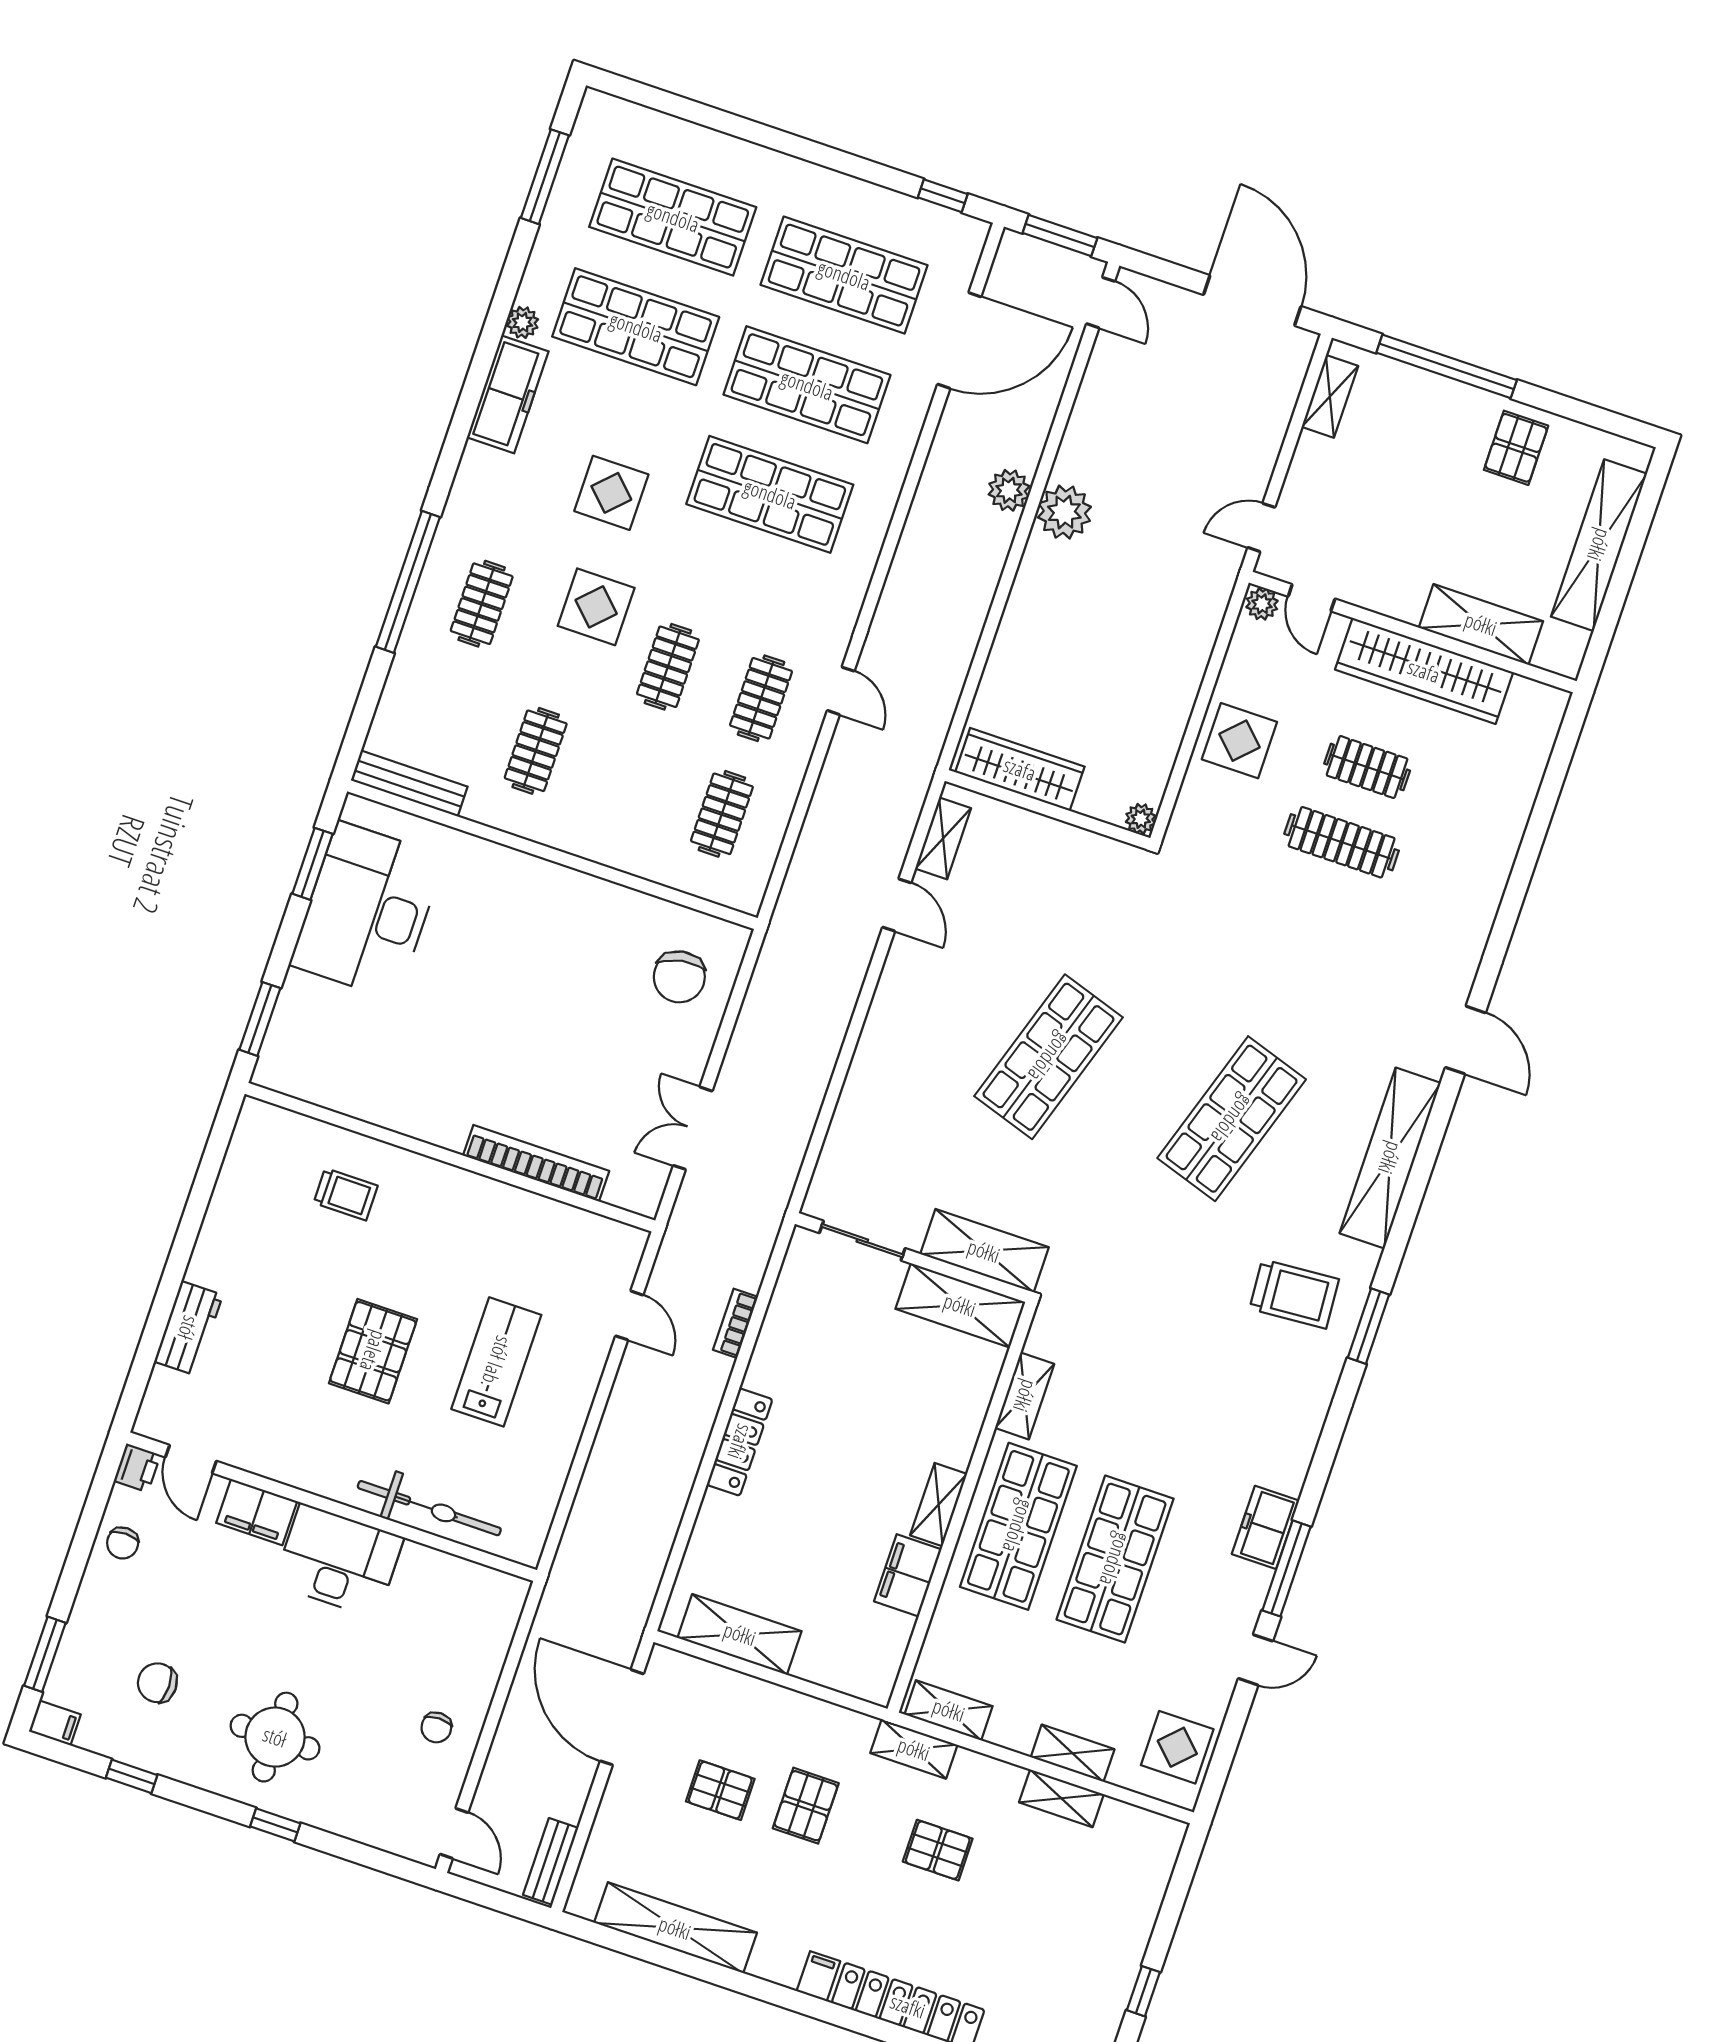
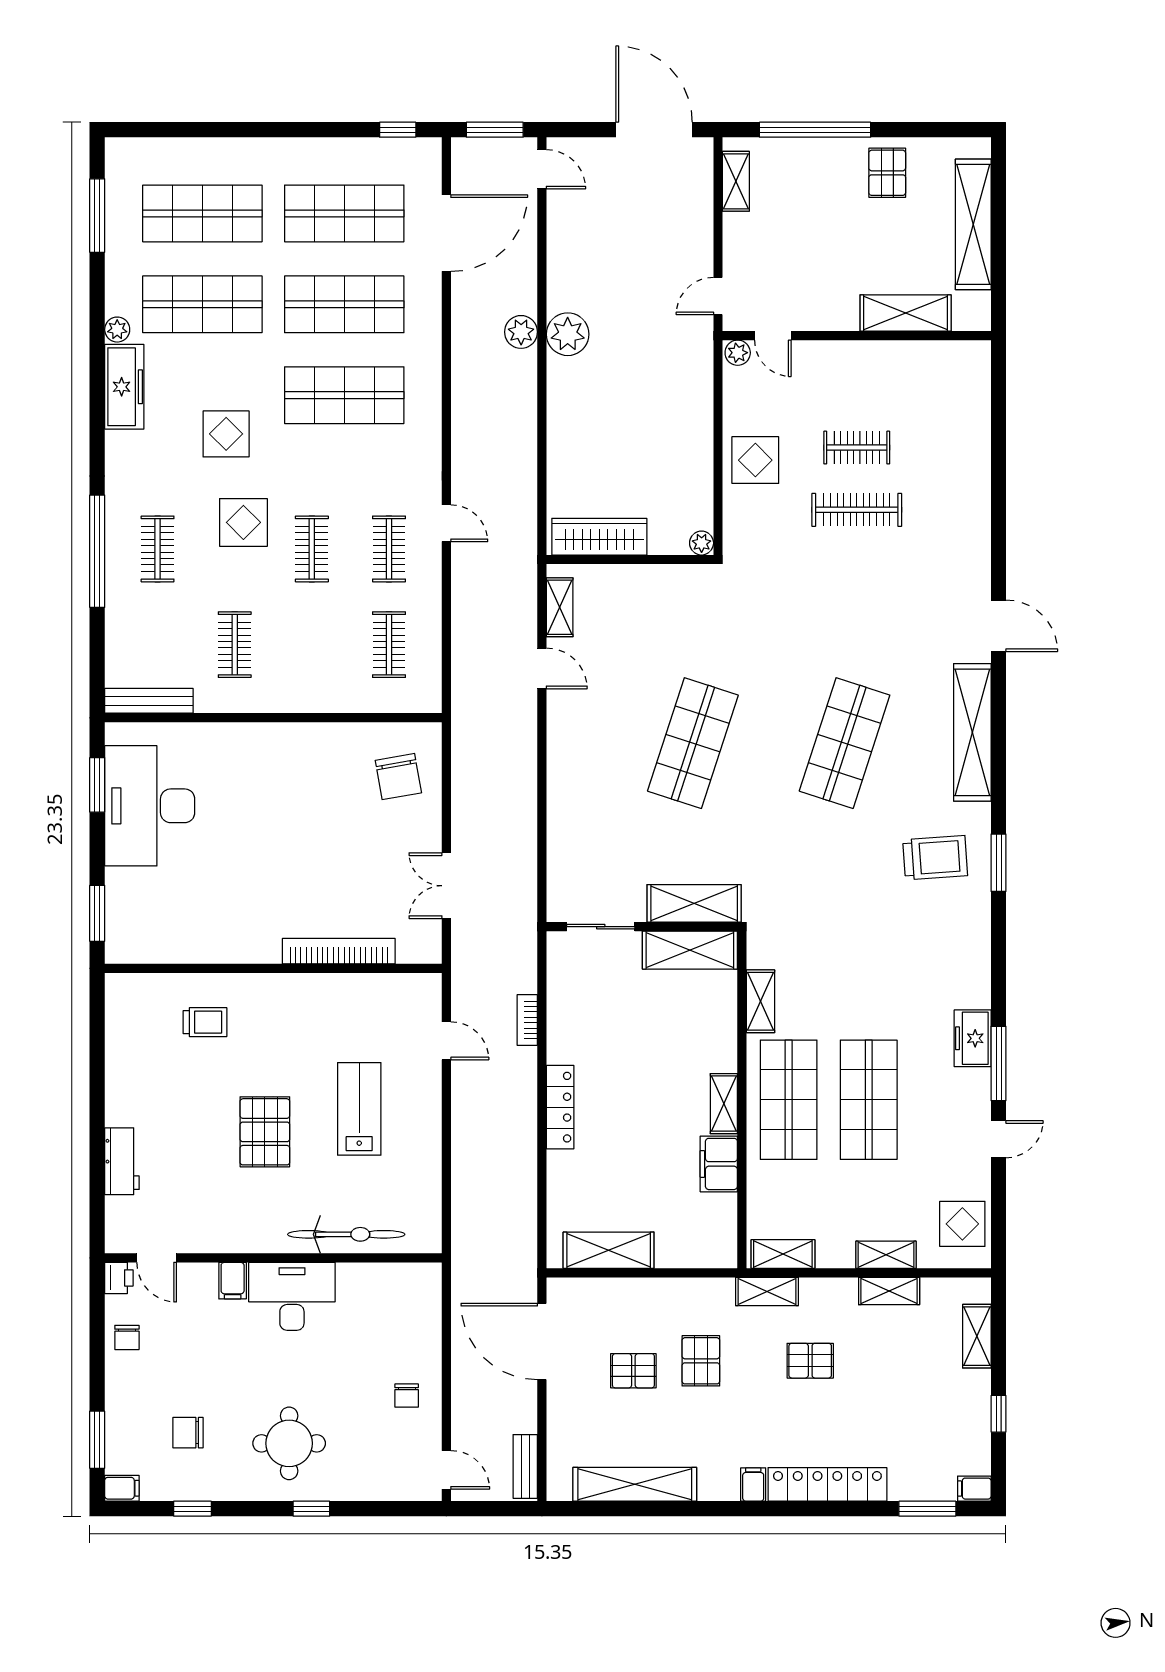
wardrobe: (1424, 671) -> (875, 362), removed
filing cabinet: (257, 1512) -> (233, 1281), width x0.50
shelving: (1149, 1889) -> (977, 1336), added

